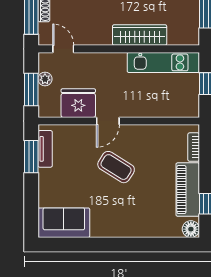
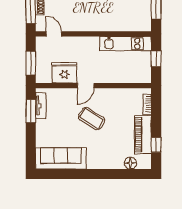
wardrobe: (140, 35) -> (108, 24), removed
plant: (45, 79) -> (41, 55), removed
sofa: (64, 223) -> (61, 158), width x1.36
floor lamp: (191, 229) -> (130, 163), moved

